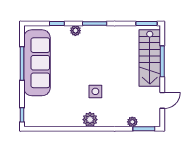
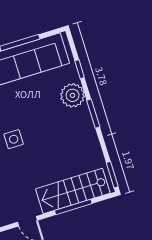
plant: (75, 31) -> (73, 95), width x1.88, depth x1.88

